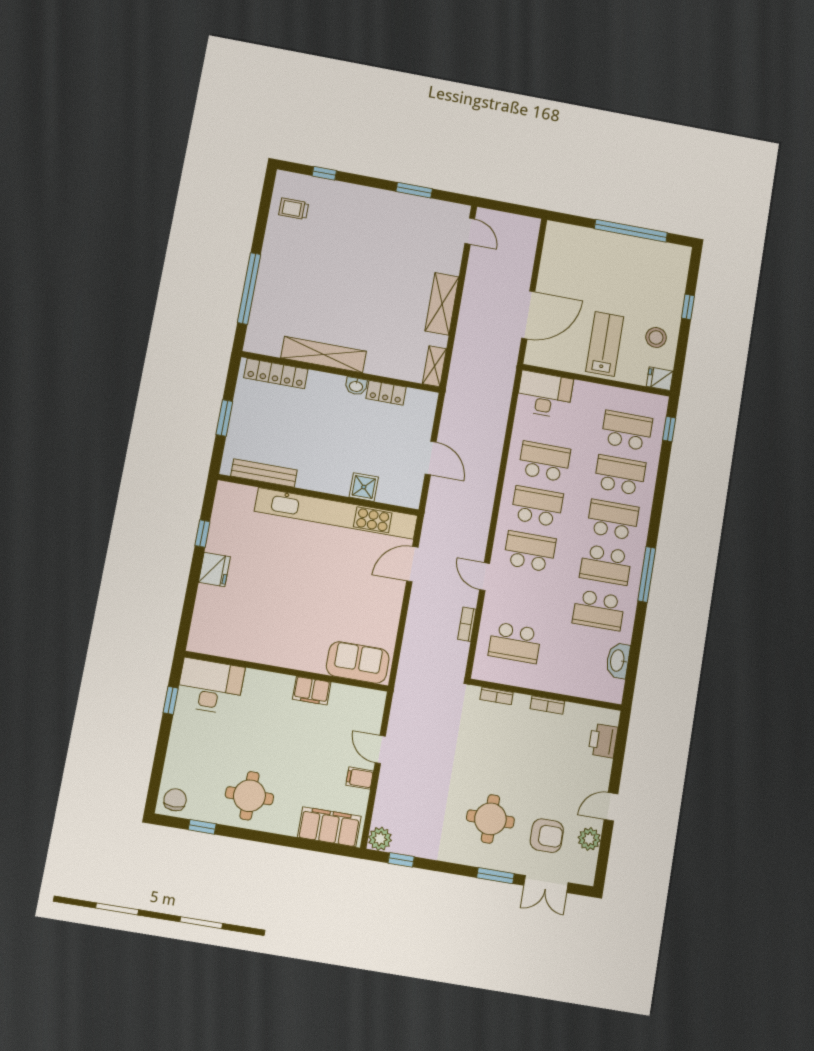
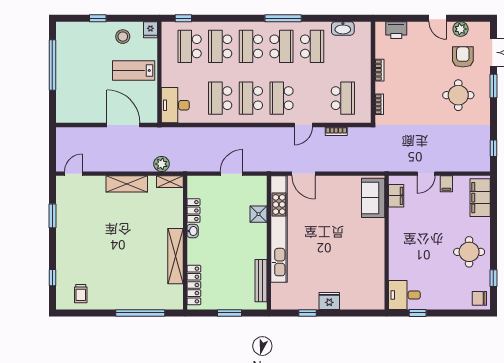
desk: (210, 686) -> (404, 295), width x0.73
filing cabinet: (312, 691) -> (396, 196), moved
plant: (380, 839) -> (162, 164), moved

